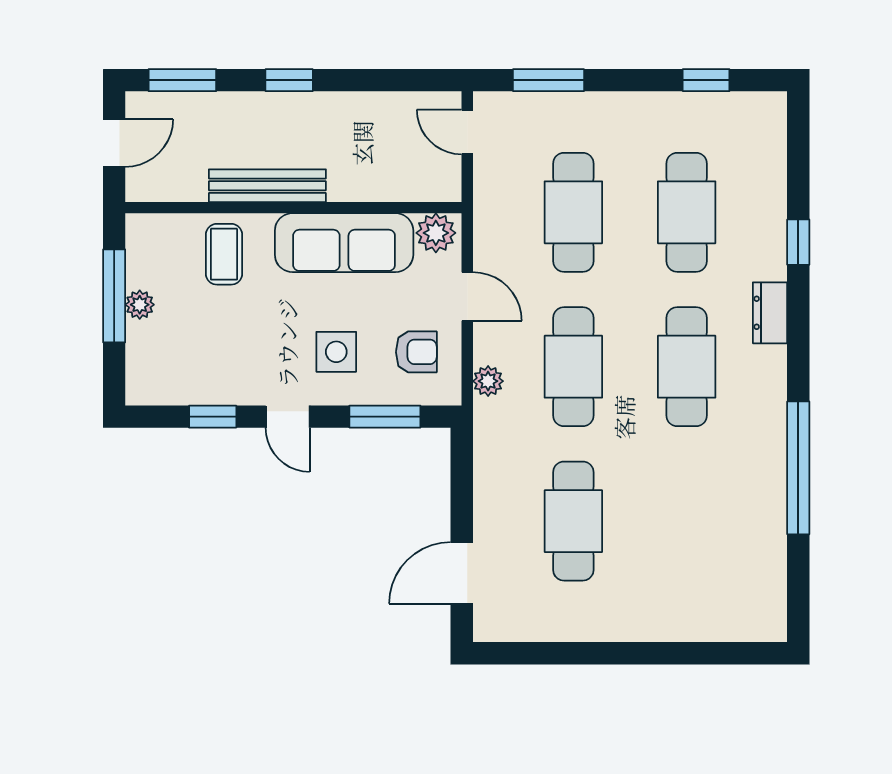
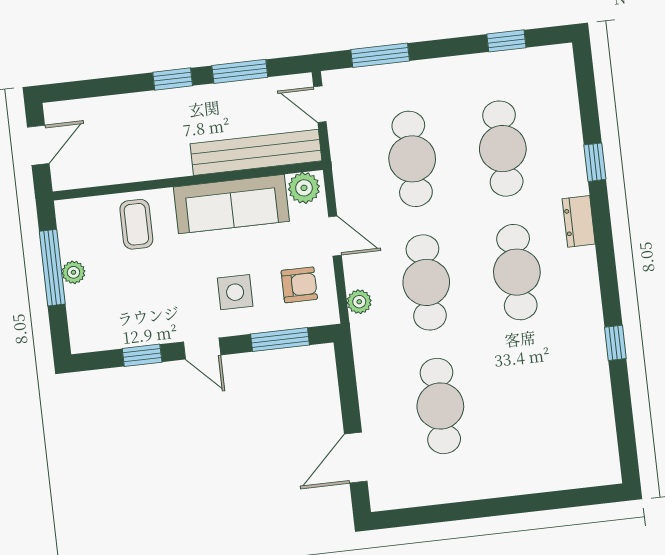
window: (182, 80) -> (240, 71), moved
bench: (267, 186) -> (256, 152), moved, width x1.37, depth x1.21
window: (798, 468) -> (615, 343), width x0.32

